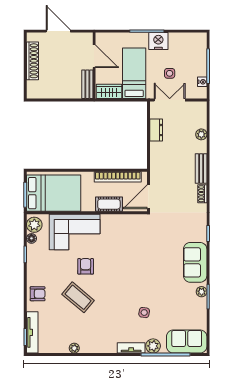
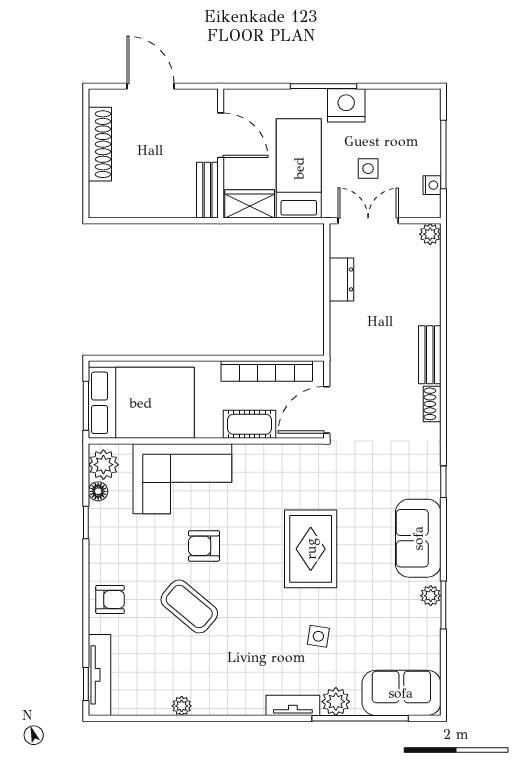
plant: (201, 134) -> (430, 234), moved
armchair: (86, 266) -> (204, 546), turned -90
rug: (140, 268) -> (311, 549), added

